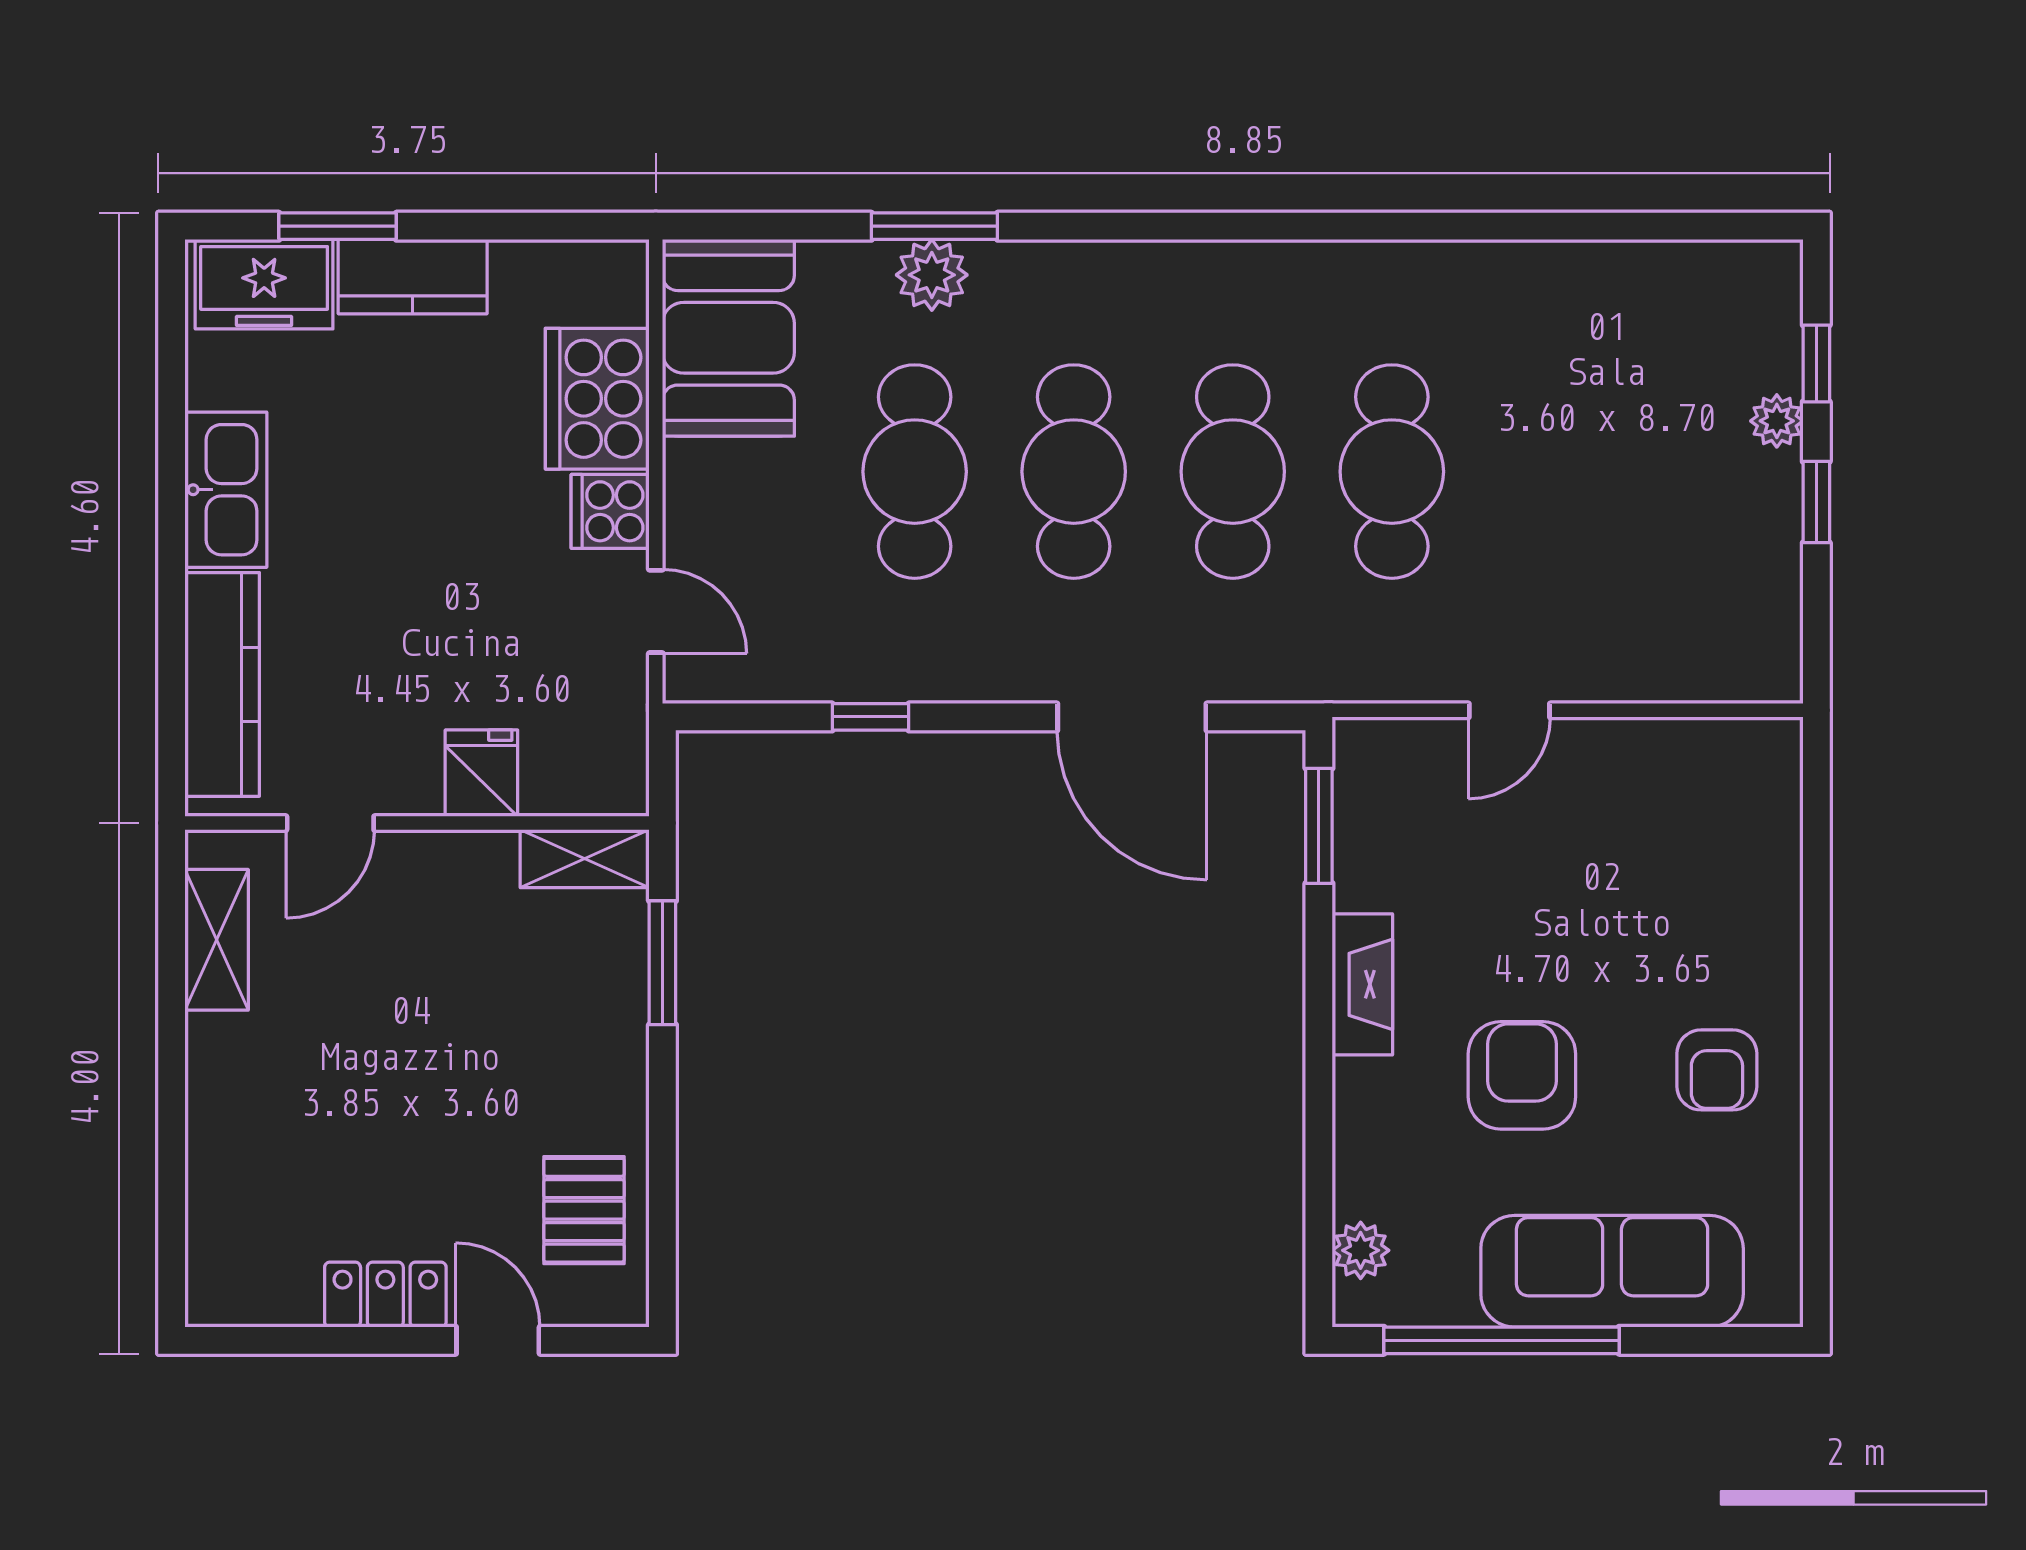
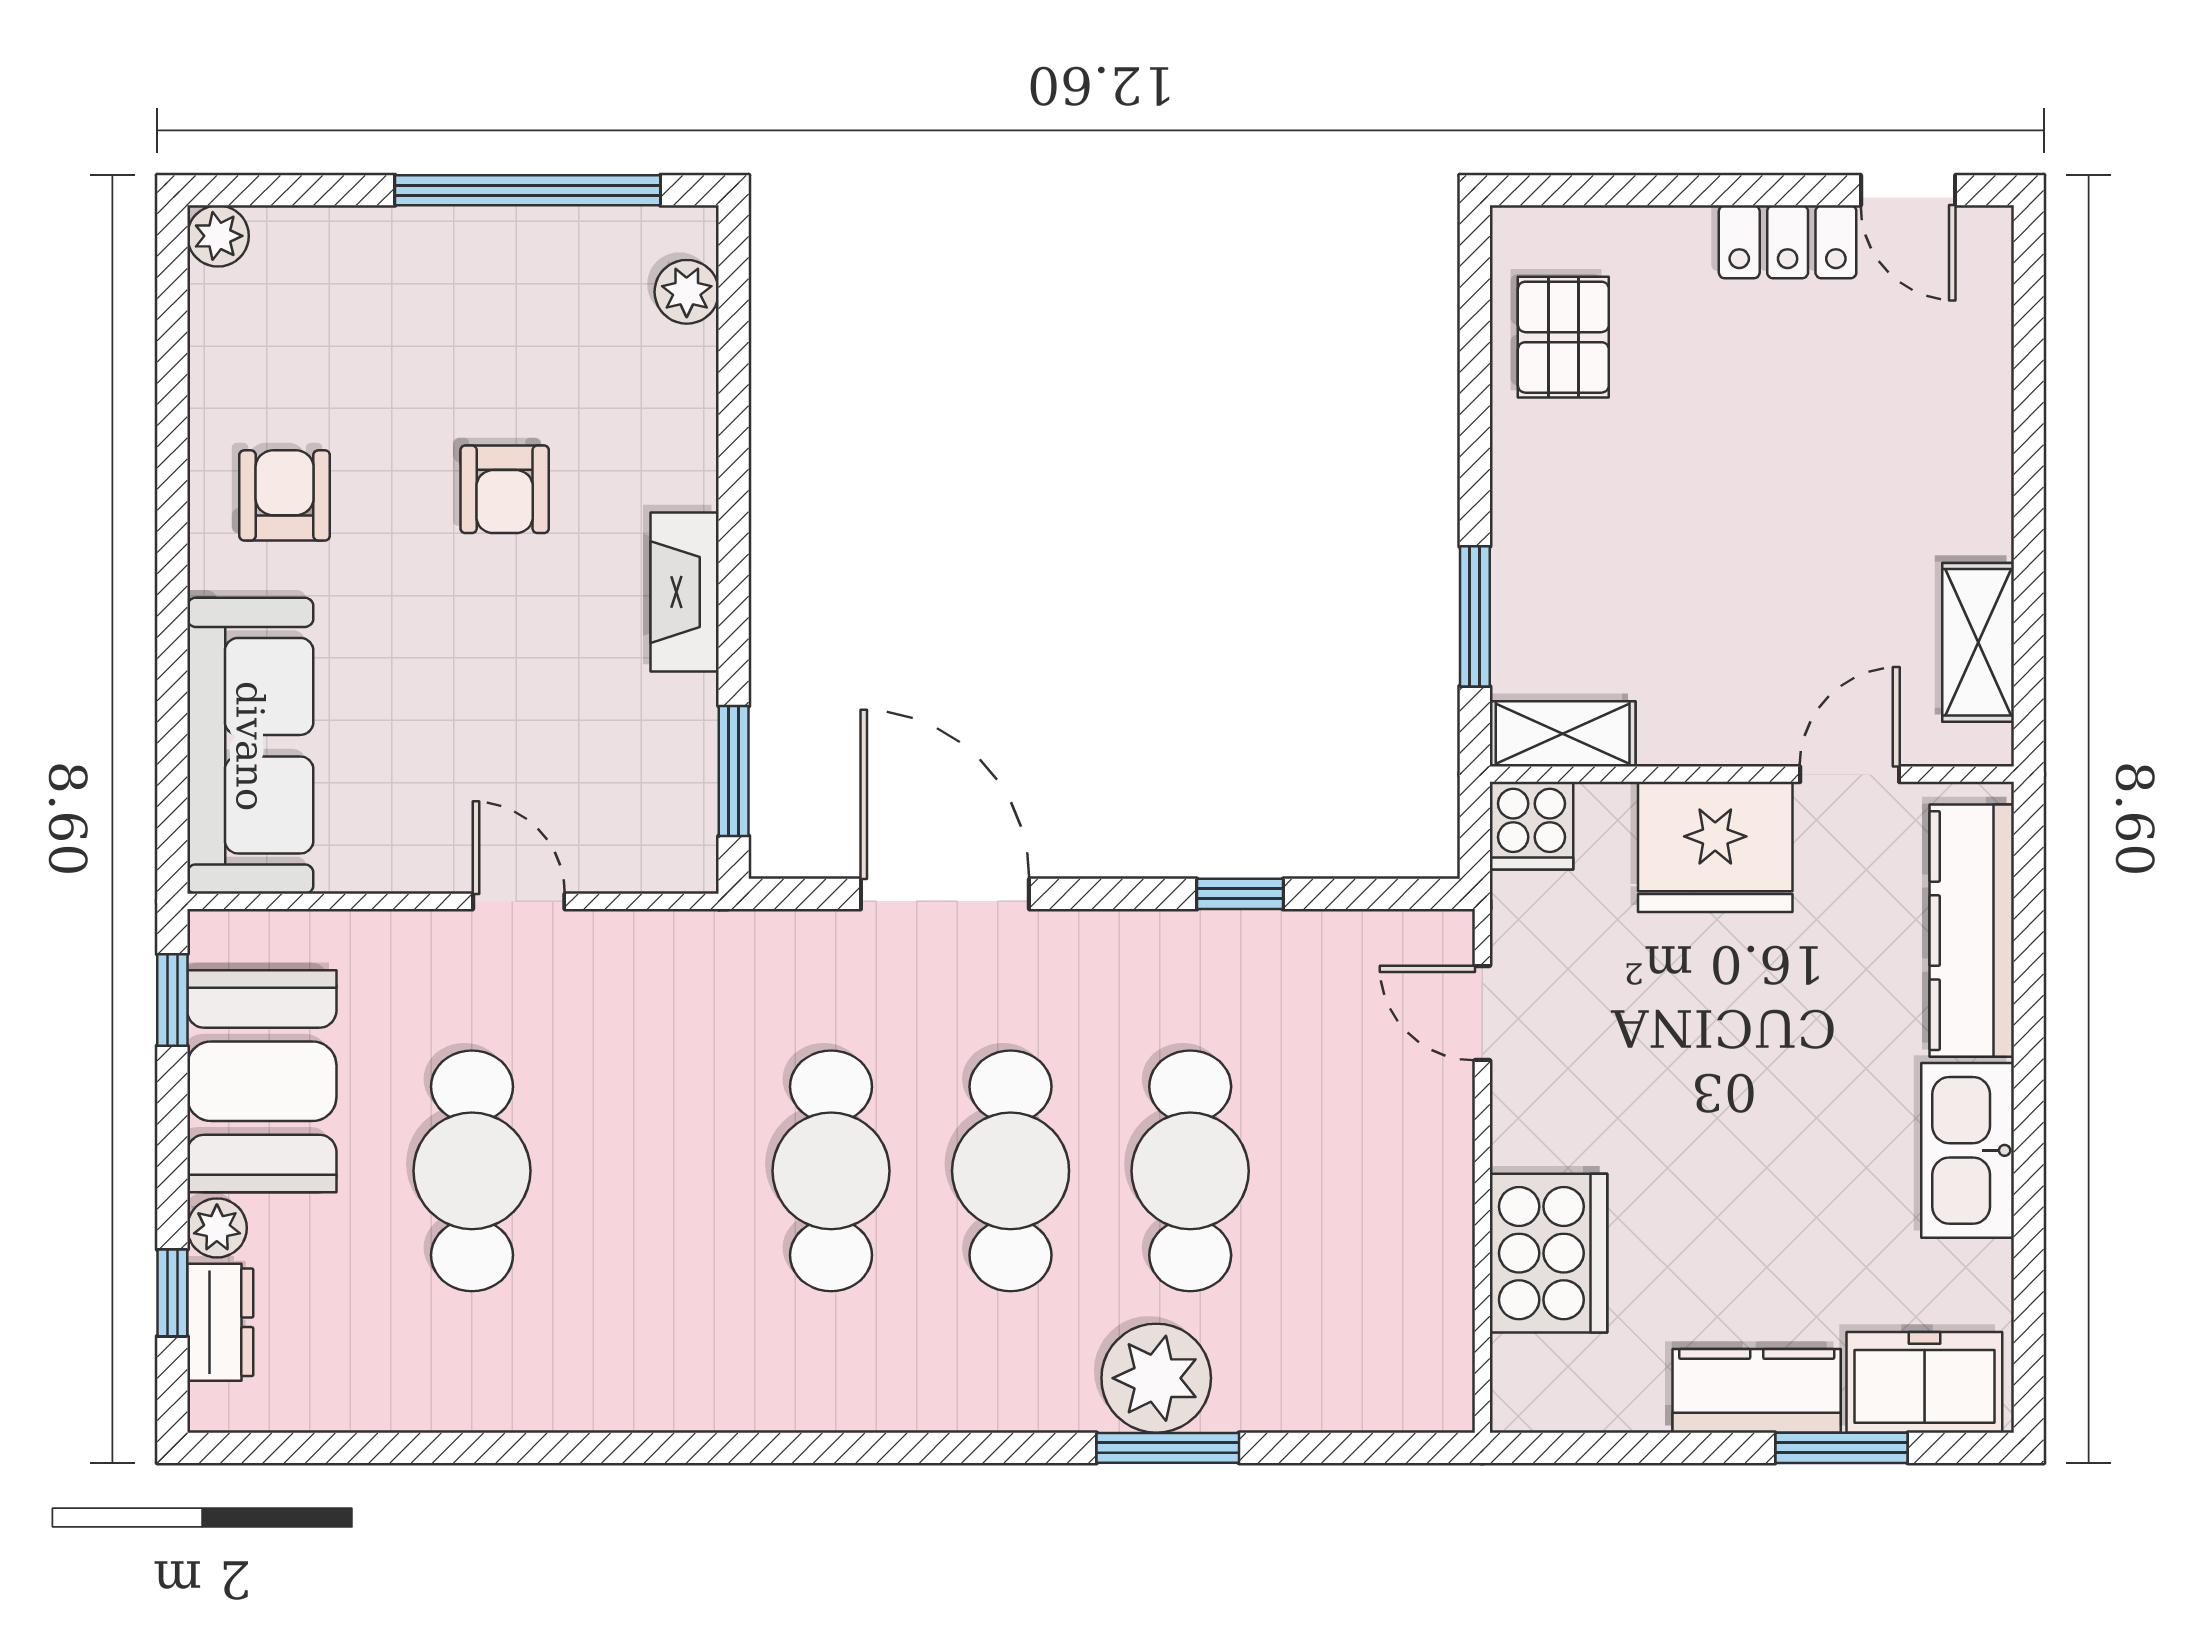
plant: (932, 275) -> (1156, 1378), width x1.36, depth x1.36
dresser: (1774, 337) -> (220, 1322), added
booth: (728, 338) -> (262, 1081), moved
cafe table: (1392, 472) -> (472, 1171), moved
window: (1816, 502) -> (172, 1000), moved
cooker: (610, 511) -> (1532, 826), moved, turned 90
door: (1509, 710) -> (519, 901), hinge flipped
fridge: (481, 773) -> (1715, 847), width x1.88, depth x1.34
armchair: (1522, 1075) -> (505, 489), width x0.72, depth x0.72
sofa: (1612, 1271) -> (250, 746), moved, turned -90
plant: (1776, 1300) -> (218, 236), added
door: (498, 1340) -> (1908, 190), moved

